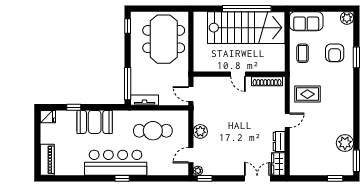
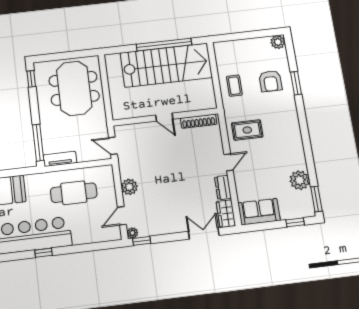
sofa: (306, 21) -> (259, 212), moved, turned 180

